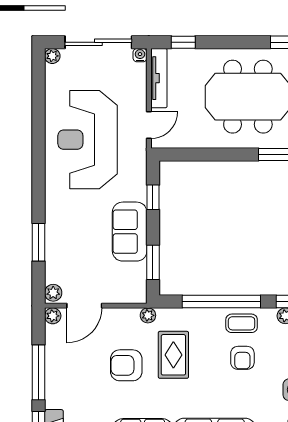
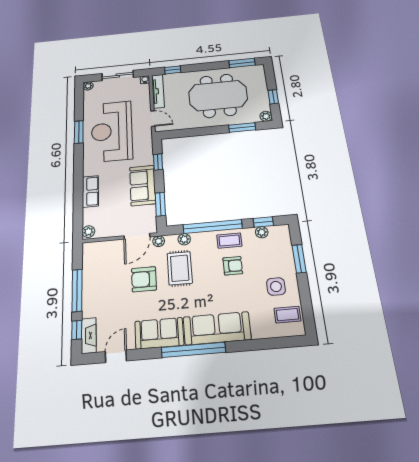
sliding door: (98, 42) -> (118, 75), width x0.73
door: (149, 125) -> (153, 119), hinge flipped
row of seats: (56, 233) -> (90, 191), added
window: (39, 242) -> (79, 132), moved
door: (84, 306) -> (137, 236), moved
plant: (53, 316) -> (184, 239), moved
armchair: (242, 358) -> (233, 266), turned -90

